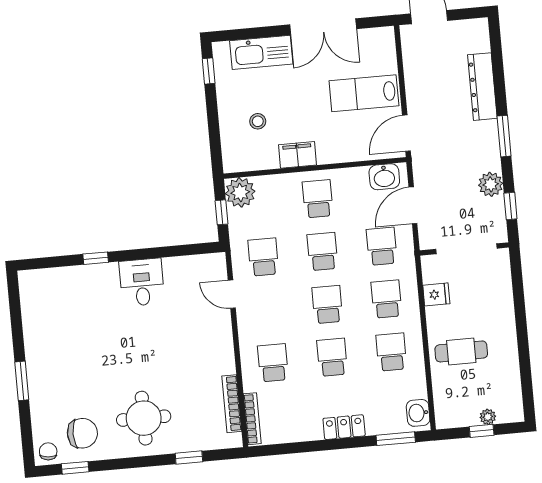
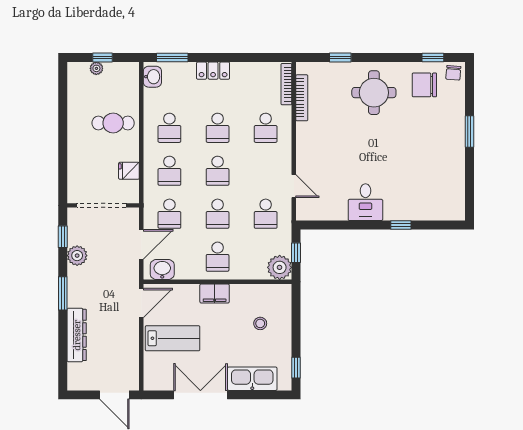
filing cabinet: (298, 155) -> (215, 293), moved

